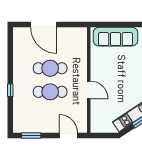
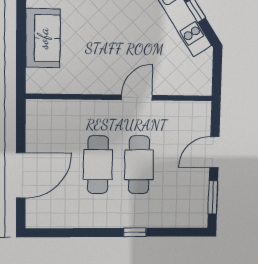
sofa: (115, 37) -> (43, 38), width x0.73
door: (68, 135) -> (214, 152), moved

